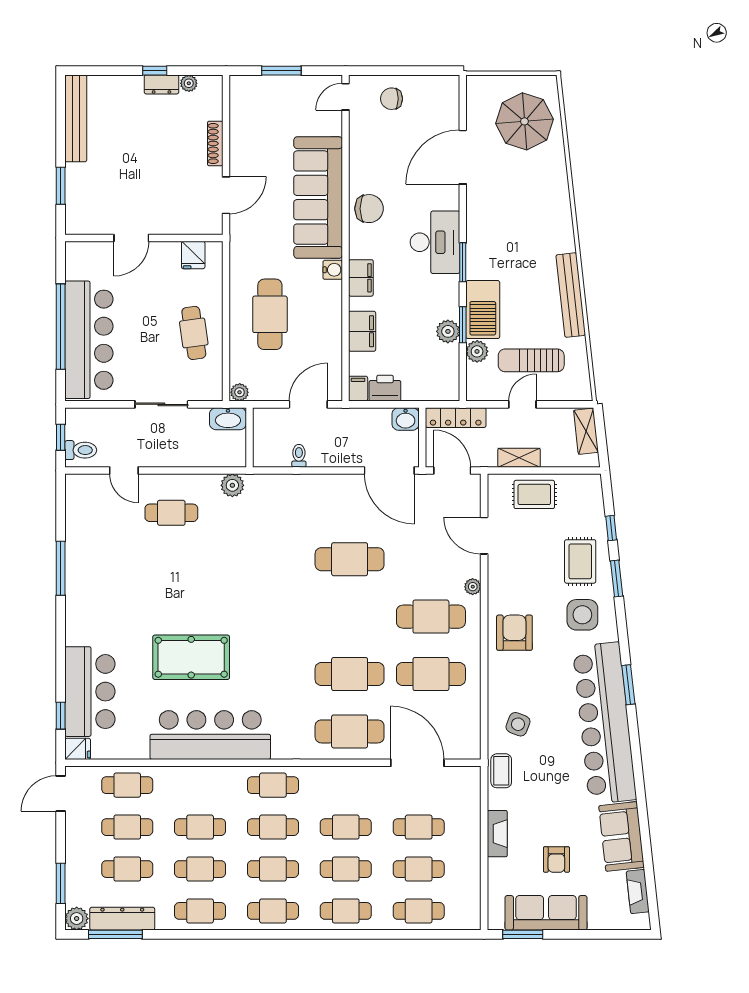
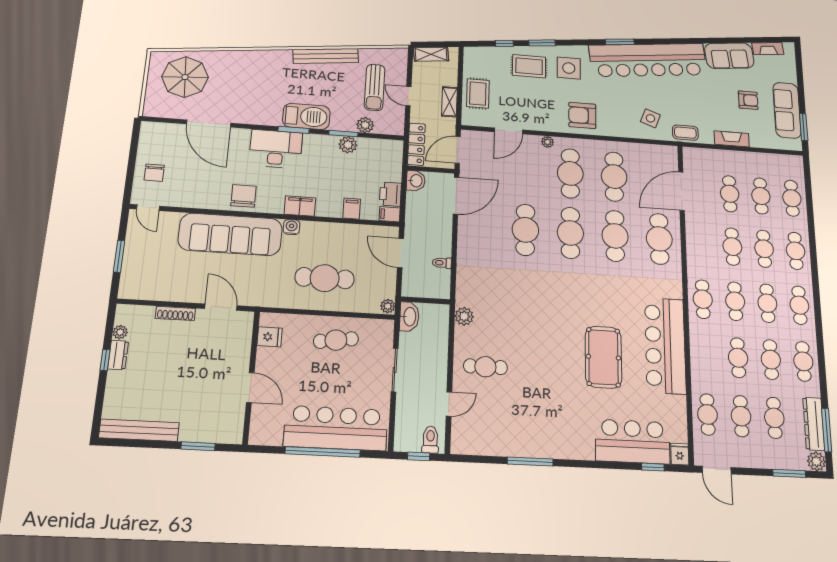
barbecue: (483, 310) -> (306, 116), moved
filing cabinet: (362, 331) -> (352, 209), width x0.50
cafe table: (171, 513) -> (485, 367), turned 90
cafe table: (350, 617) -> (570, 233), added

